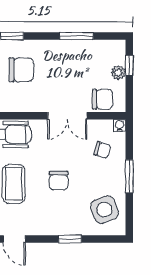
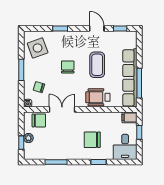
chair: (103, 99) -> (39, 120), turned 180

